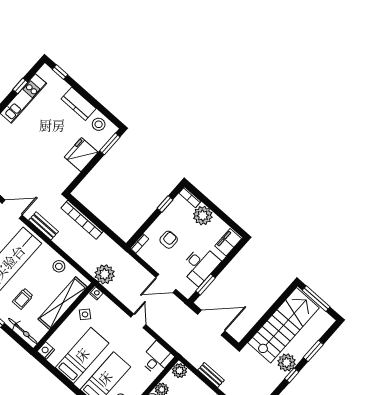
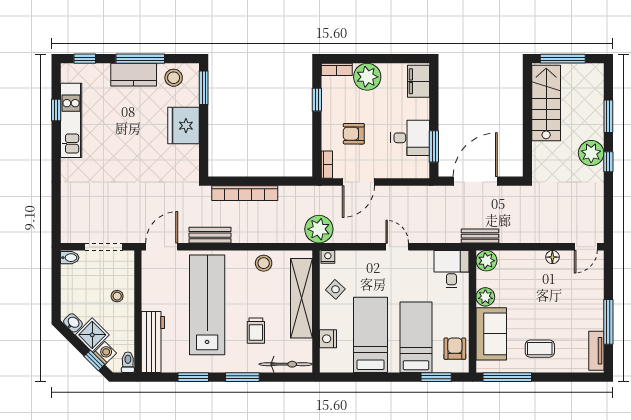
window: (90, 98) -> (140, 59), added
armchair: (169, 240) -> (354, 134), turned -90
desk: (200, 265) -> (410, 138), width x0.73
door: (166, 283) -> (358, 182), moved
stairs: (284, 325) -> (546, 103), width x0.73, depth x0.66
nightstand: (46, 351) -> (328, 339), moved
bench: (211, 375) -> (480, 236), moved

